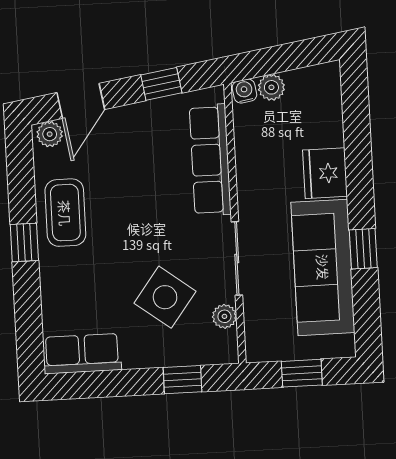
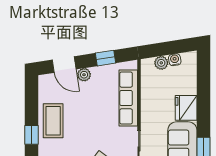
water cooler: (244, 91) -> (175, 60), moved
door: (81, 101) -> (64, 65), hinge flipped
plant: (50, 134) -> (84, 75), moved

